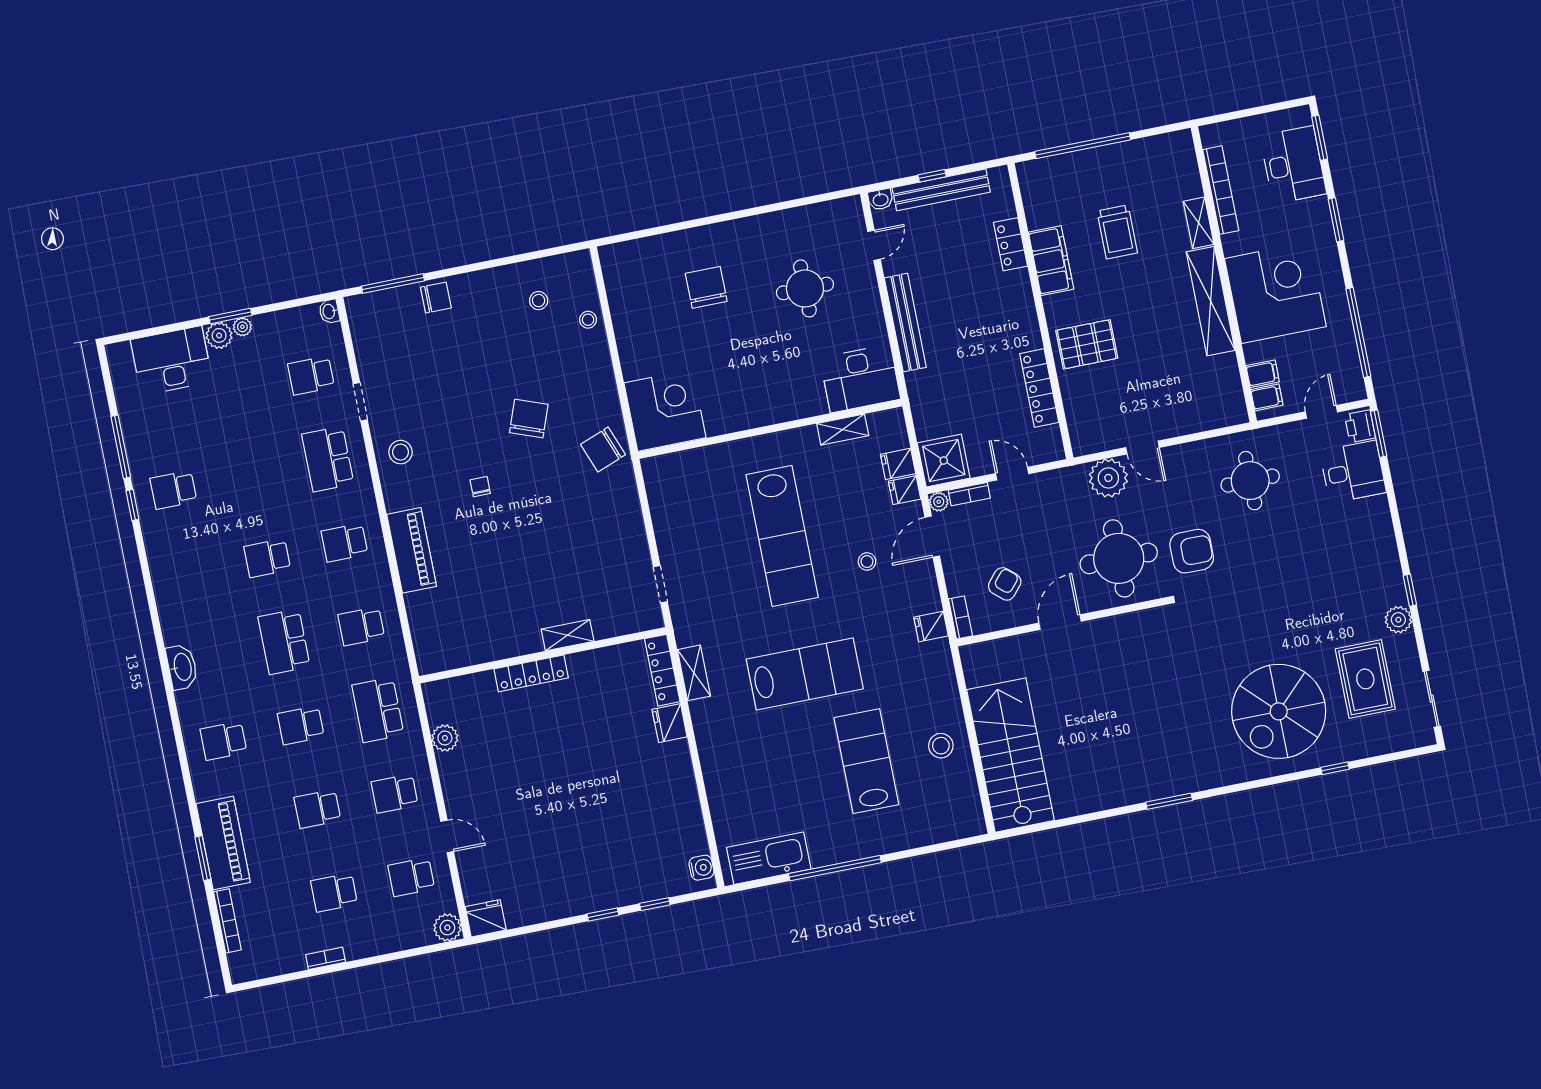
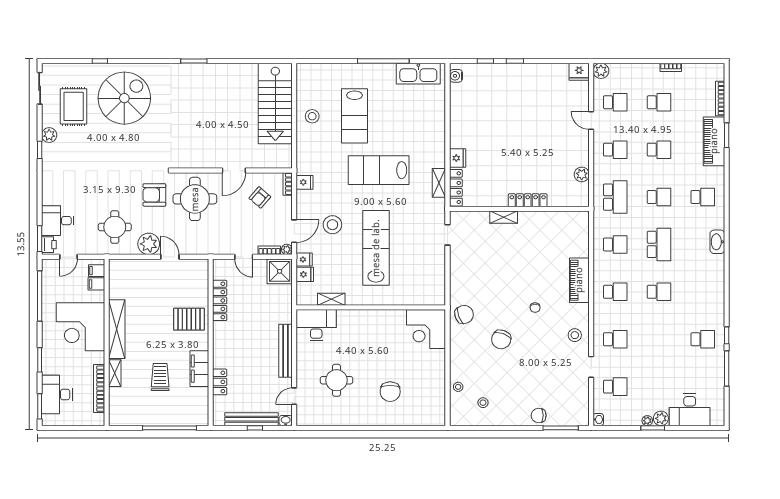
school desk: (328, 459) -> (615, 339), width x0.54
plant: (1108, 478) -> (149, 244), moved
stool: (867, 562) -> (332, 225), width x1.89, depth x1.89

